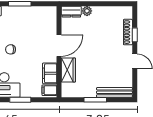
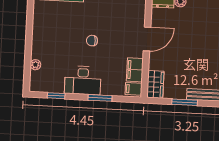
wardrobe: (68, 70) -> (155, 84), moved

